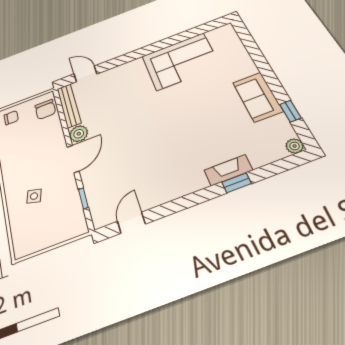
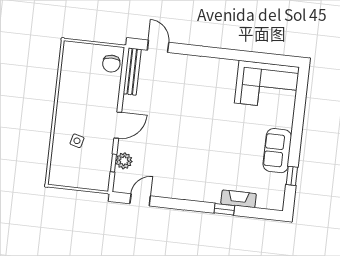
corner sofa: (181, 61) -> (267, 85), moved
chair: (11, 118) -> (80, 55), removed
plant: (79, 134) -> (124, 161), moved
plant: (295, 146) -> (277, 204), removed
fireplace: (228, 170) -> (239, 199), moved

